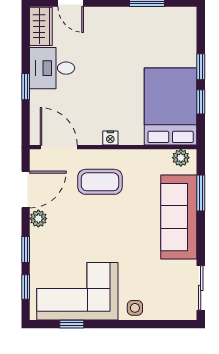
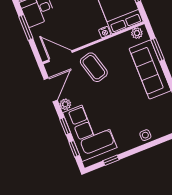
window: (26, 87) -> (26, 27), width x1.50
nightstand: (110, 138) -> (105, 32), moved
coffee table: (100, 182) -> (94, 67), turned 74
corner sofa: (77, 291) -> (90, 130), moved, turned 90

